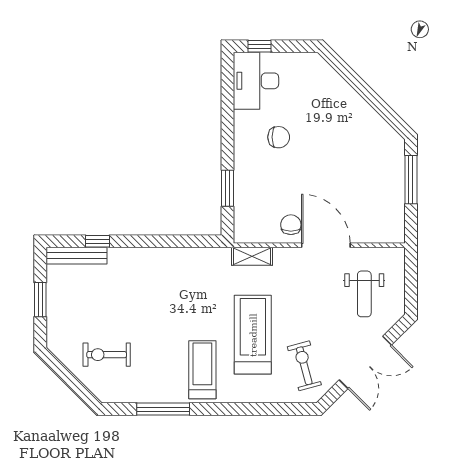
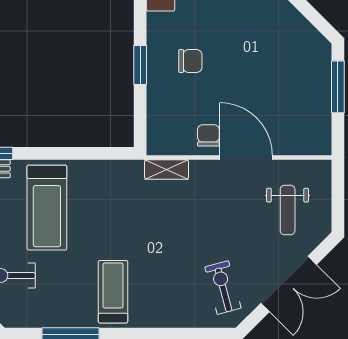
chair: (279, 137) -> (190, 61), moved
window: (228, 188) -> (140, 65), moved
treadmill: (253, 335) -> (47, 208), moved, turned 180

